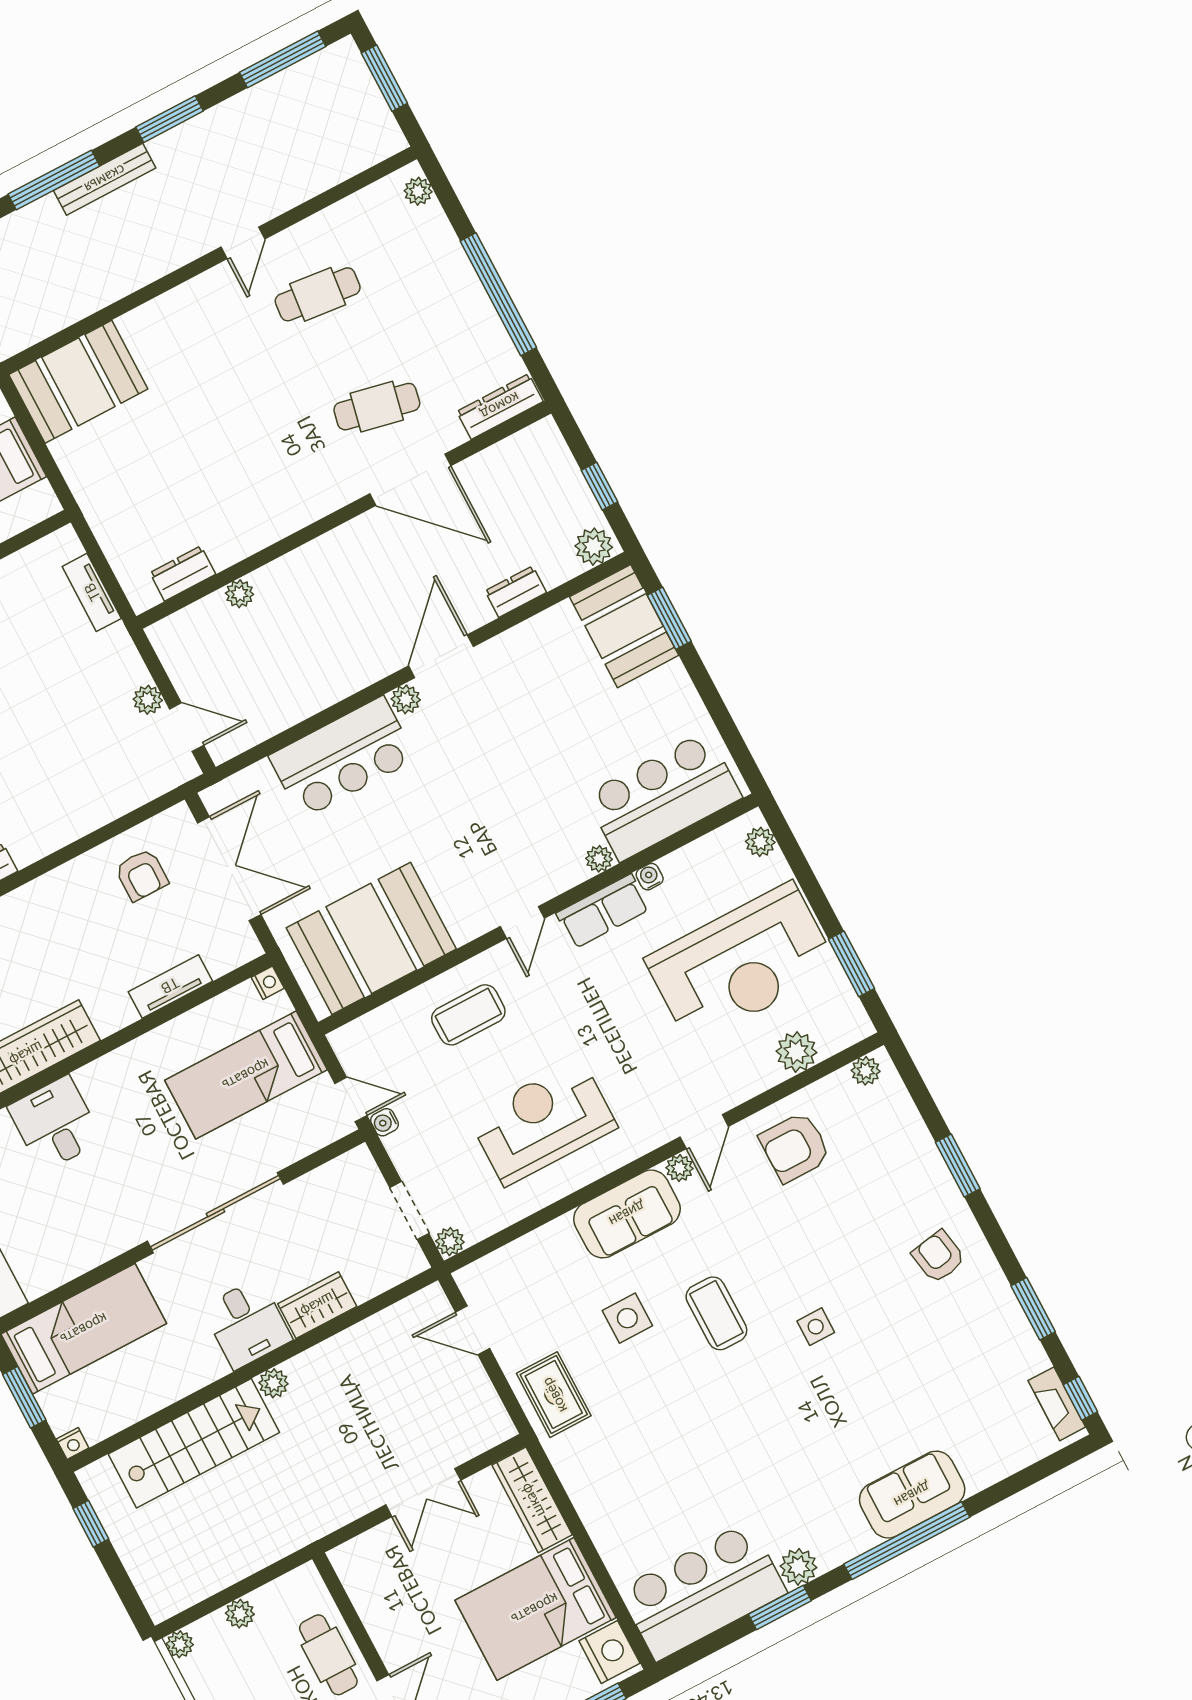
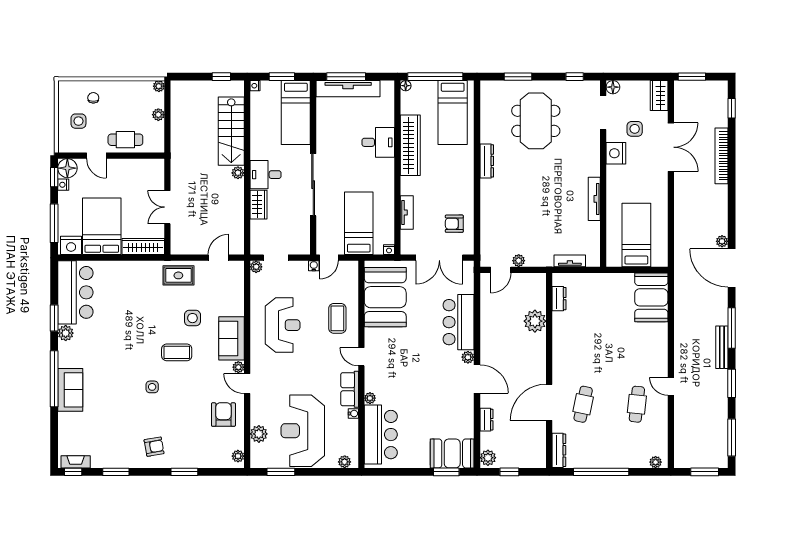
plant: (240, 594) -> (535, 321), width x1.87, depth x1.87

